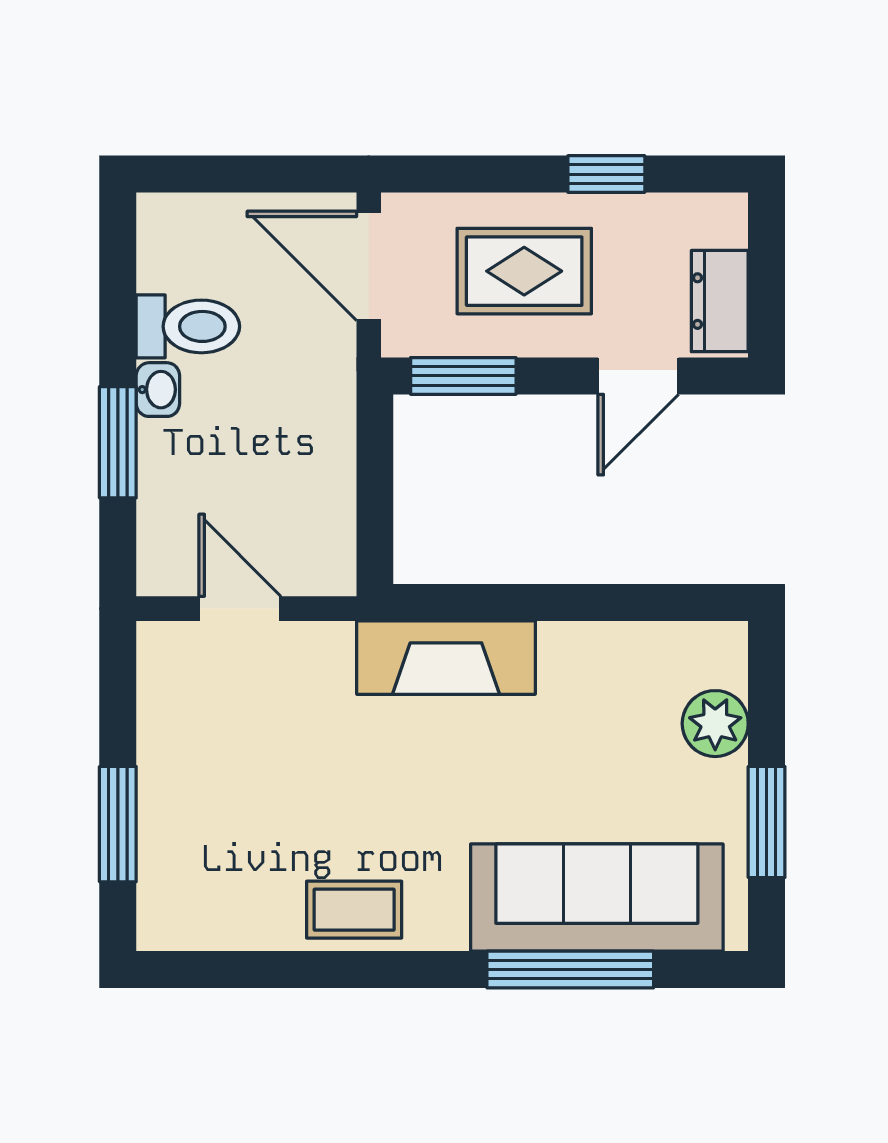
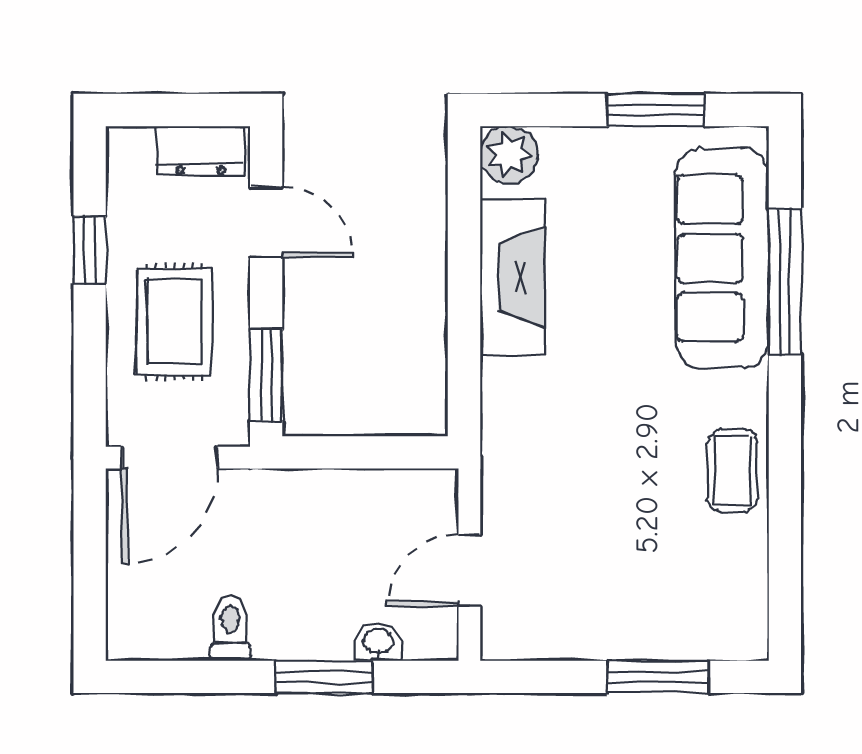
toilet: (188, 326) -> (230, 628), width x0.73, depth x0.72
washbasin: (158, 390) -> (378, 642), moved
fireplace: (446, 658) -> (512, 277), moved
plant: (715, 724) -> (509, 155), moved

